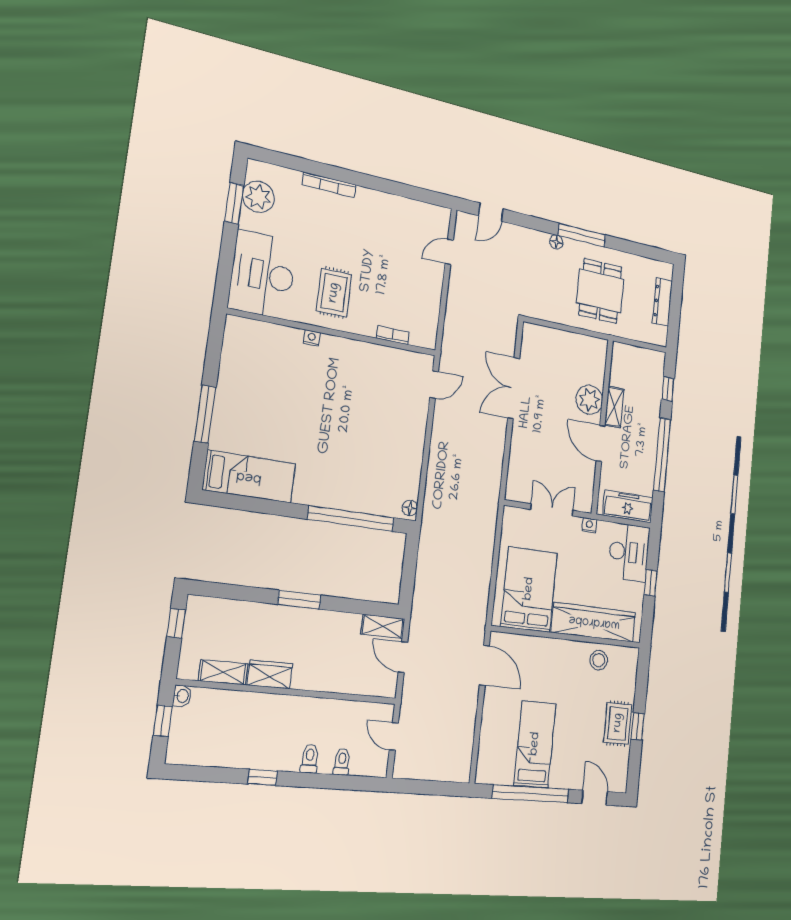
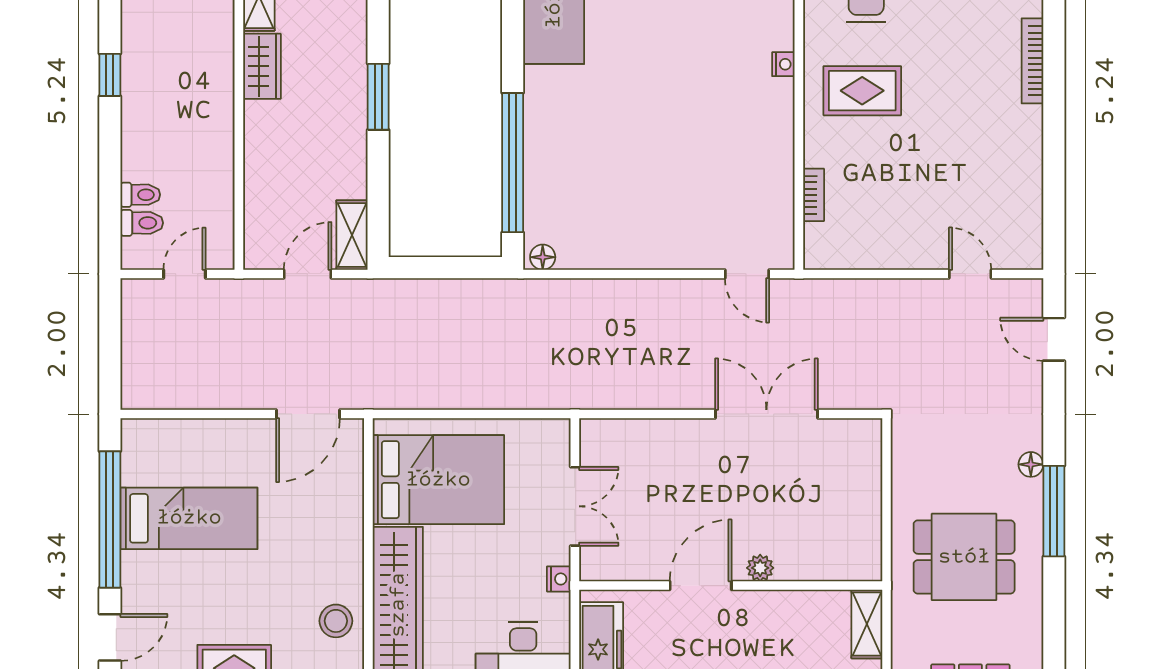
plant: (589, 400) -> (760, 568), width x0.53, depth x0.53
shelving: (614, 407) -> (867, 624), moved, turned 90
toilet: (310, 759) -> (142, 223), moved

